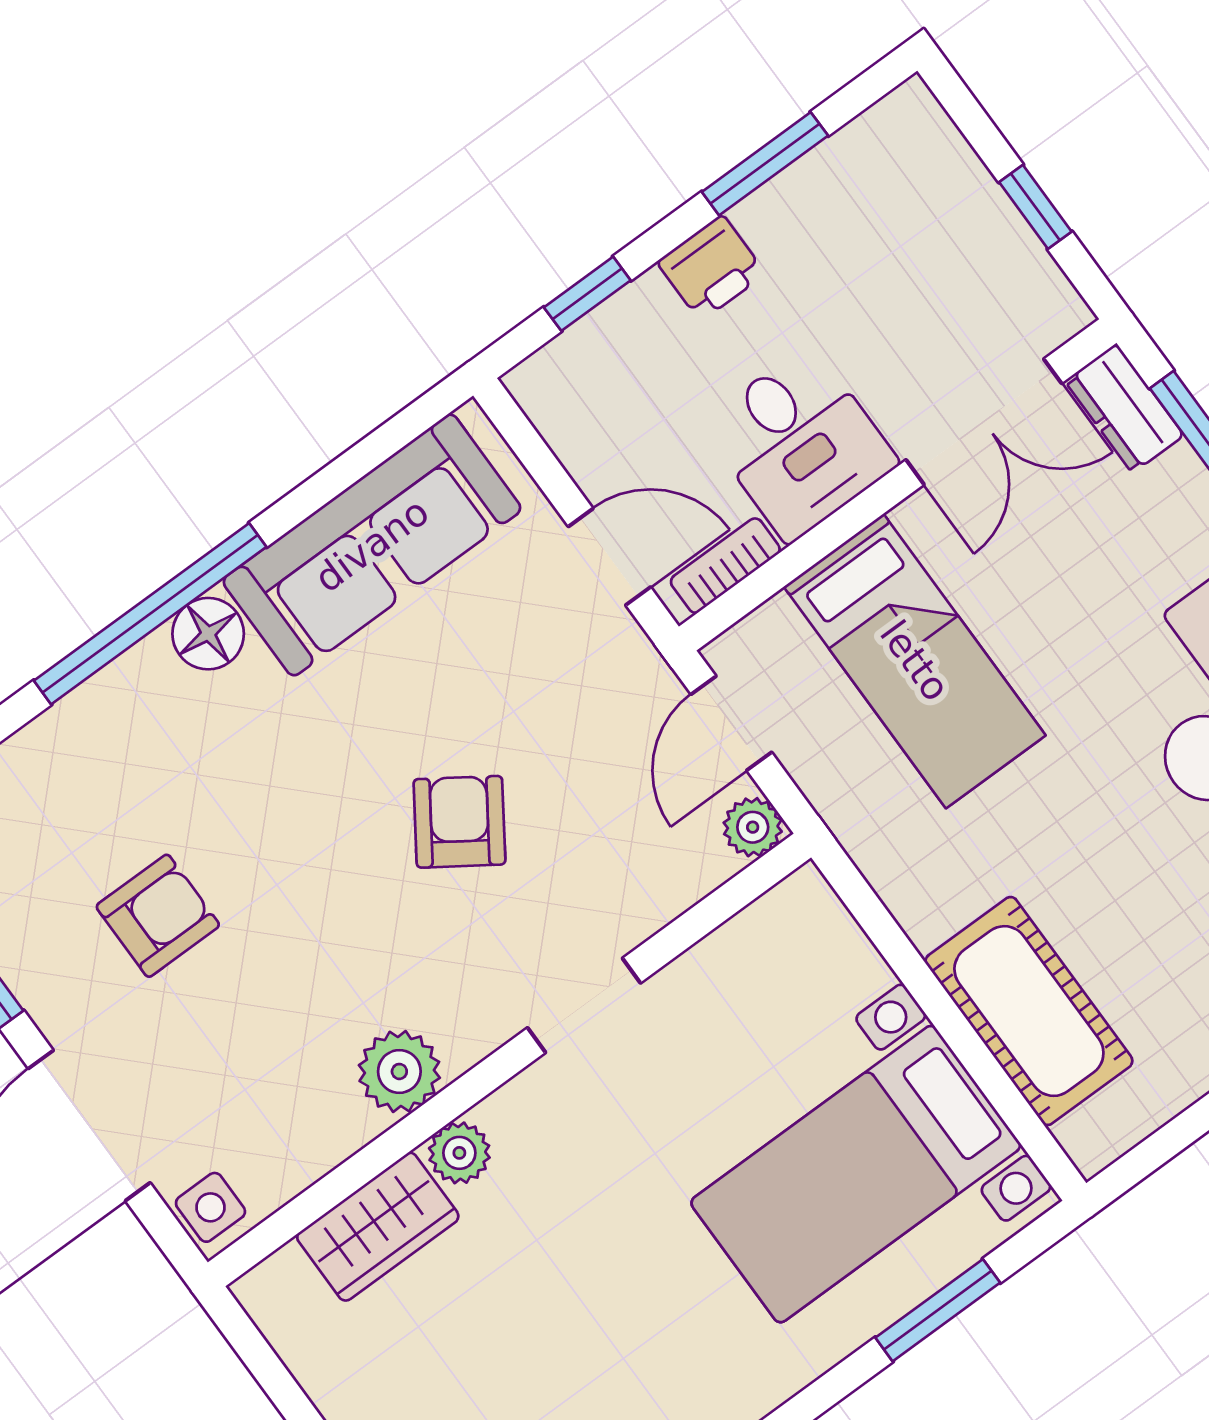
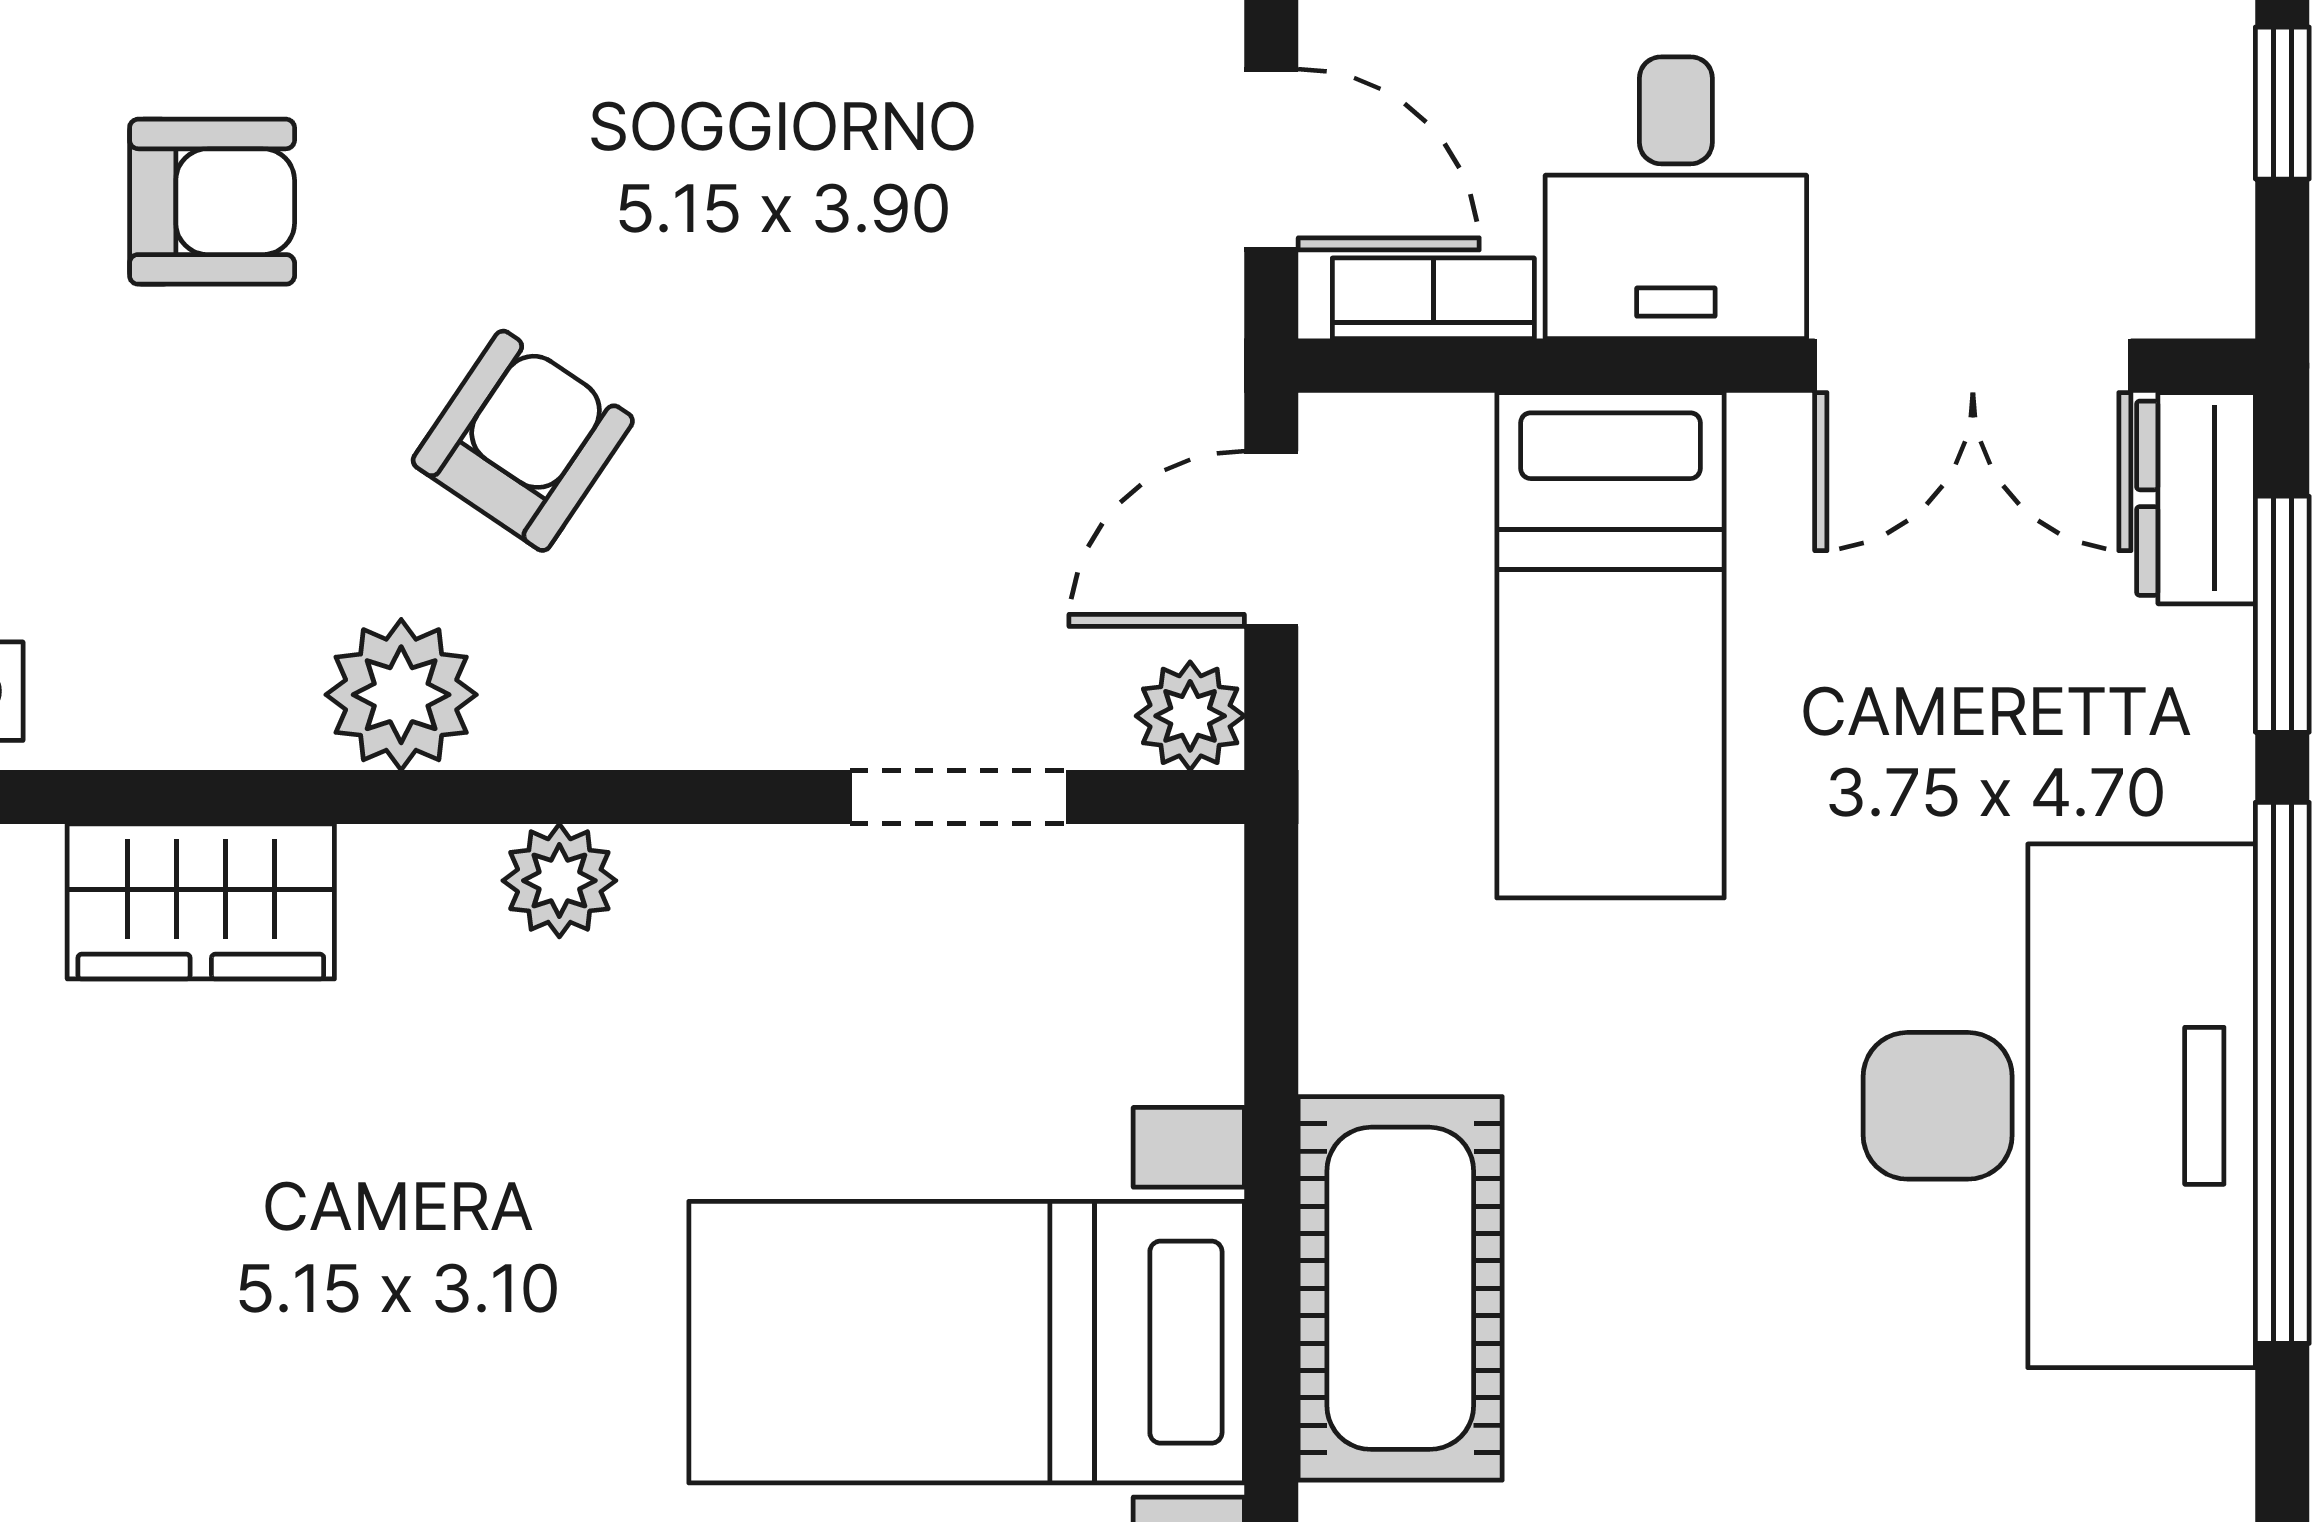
armchair: (459, 822) -> (523, 441), moved
doorway: (584, 1005) -> (959, 797), moved
plant: (459, 1153) -> (559, 881), moved

